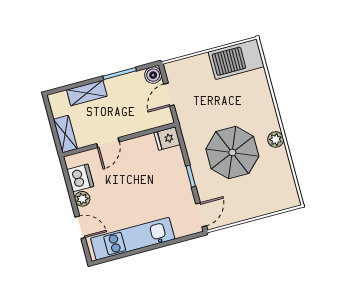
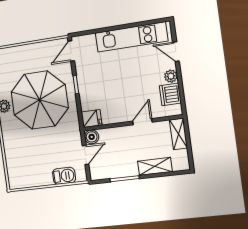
barbecue: (236, 59) -> (64, 176), moved, width x0.53, depth x0.65
boiler: (153, 75) -> (92, 137), moved
parasol: (232, 153) -> (40, 100), width x1.36, depth x1.36

